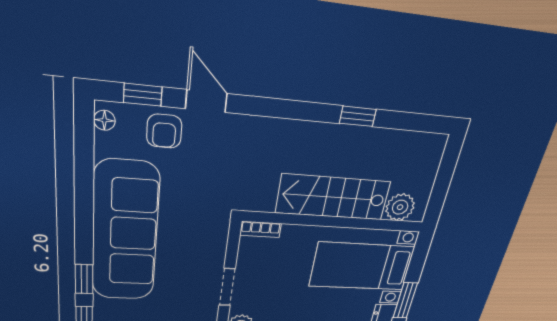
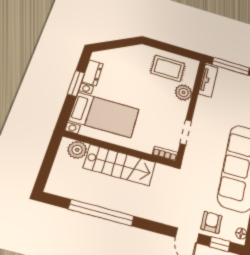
window: (358, 116) -> (101, 213), width x3.17
doorway: (227, 287) -> (186, 132), moved

